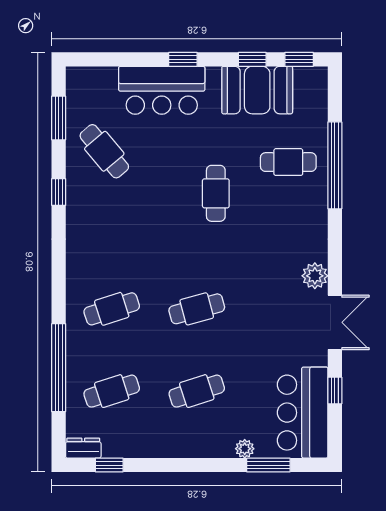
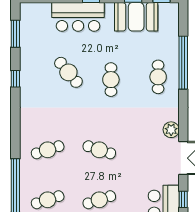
cafe table: (104, 151) -> (68, 72), moved
cafe table: (288, 162) -> (158, 77), moved, turned 90
cafe table: (197, 309) -> (99, 150), turned 33

